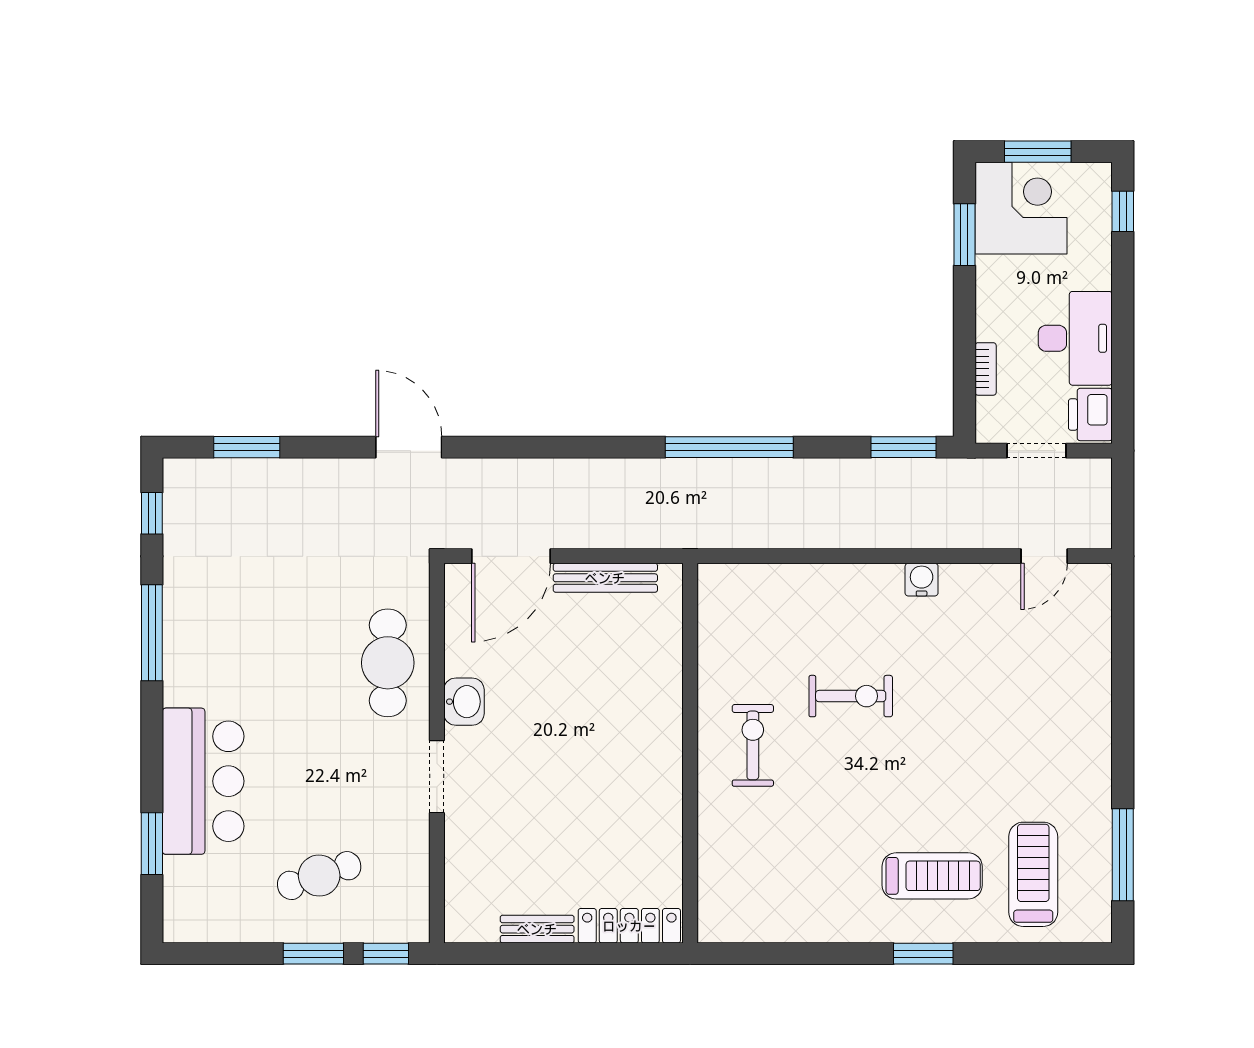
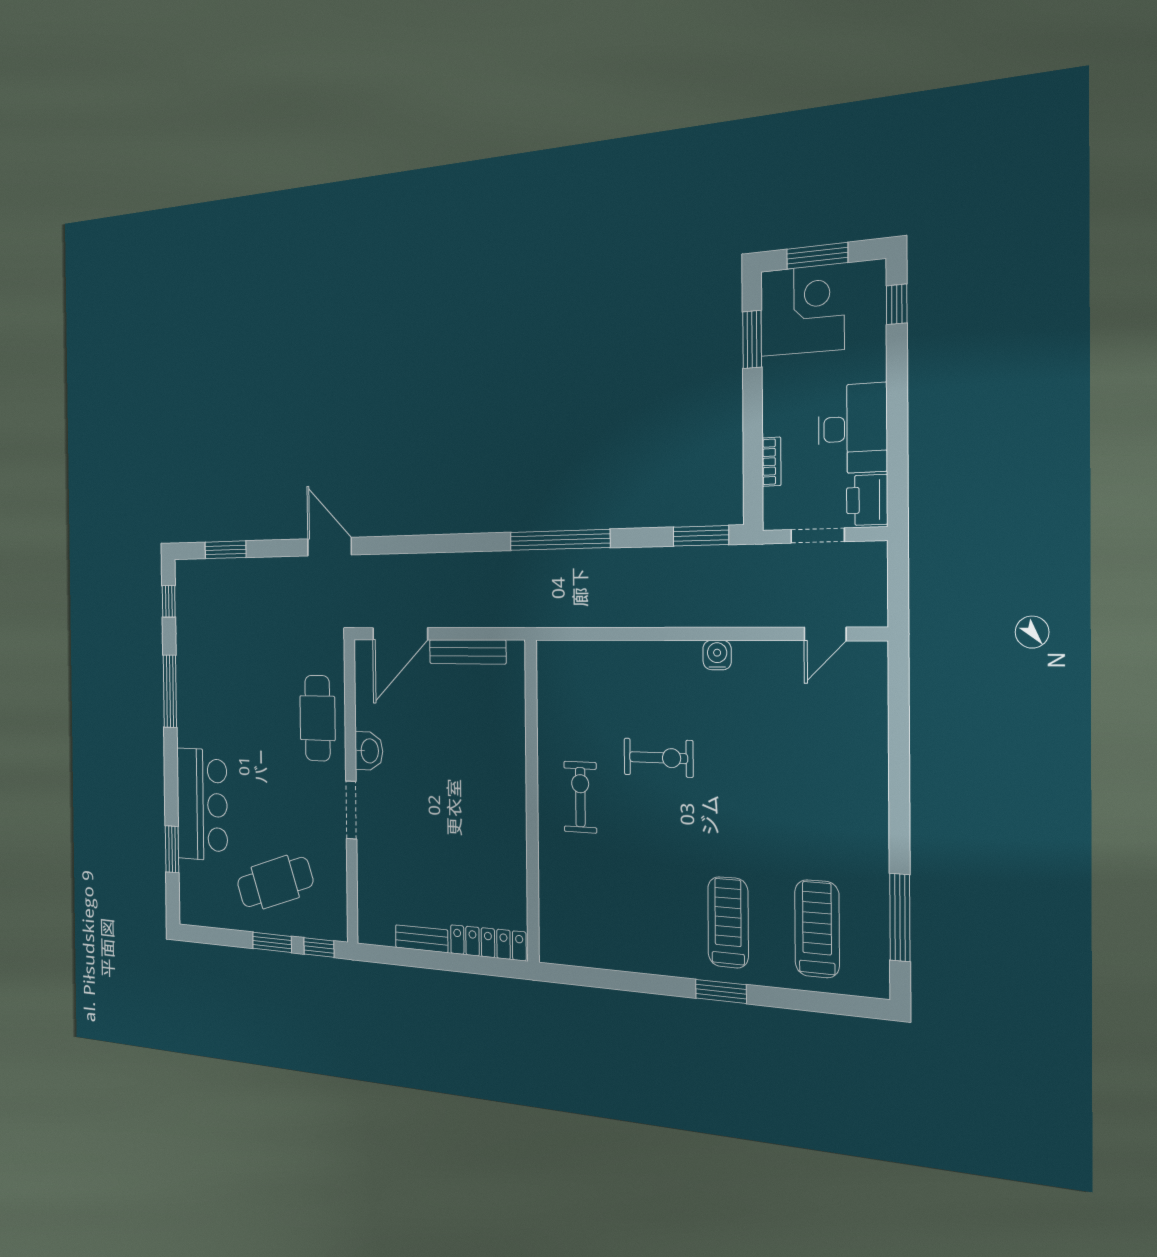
cafe table: (319, 876) -> (275, 882), width x1.37, depth x1.35
treadmill: (932, 876) -> (728, 922), turned -90

